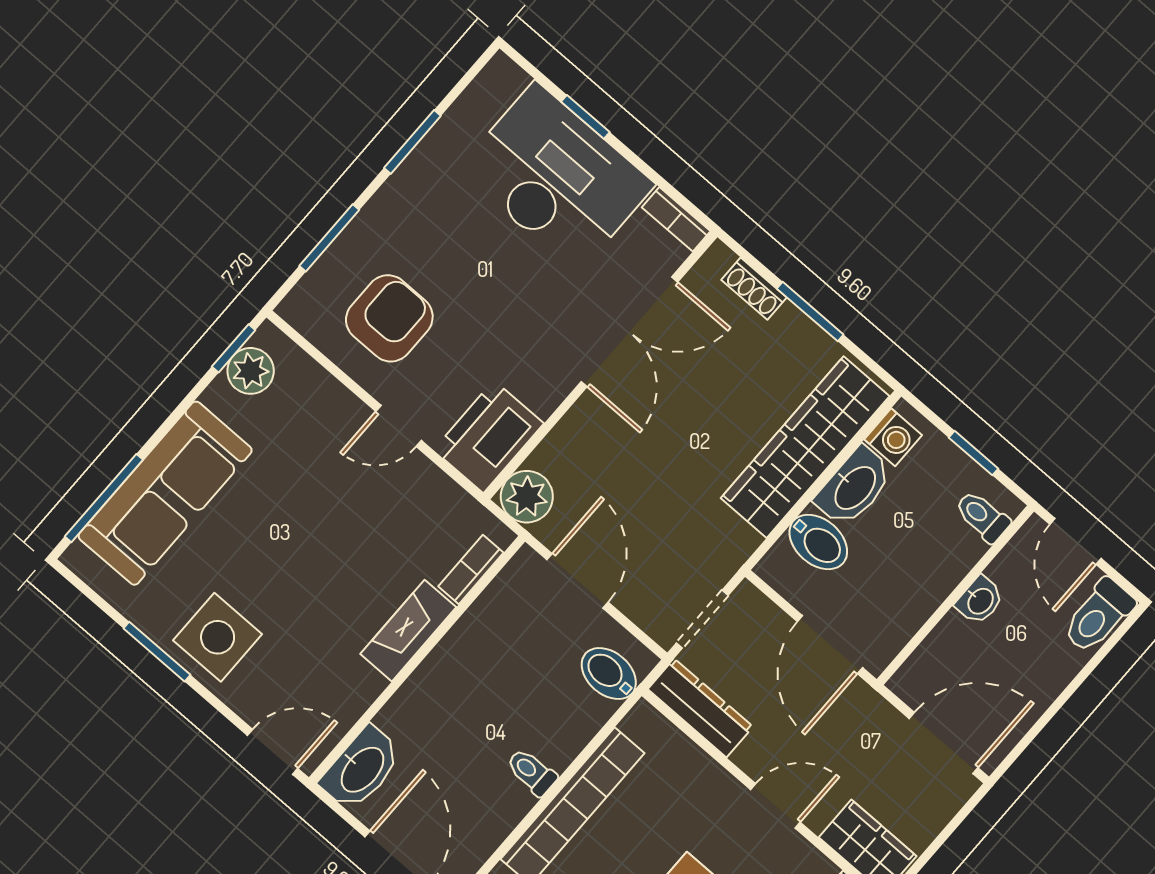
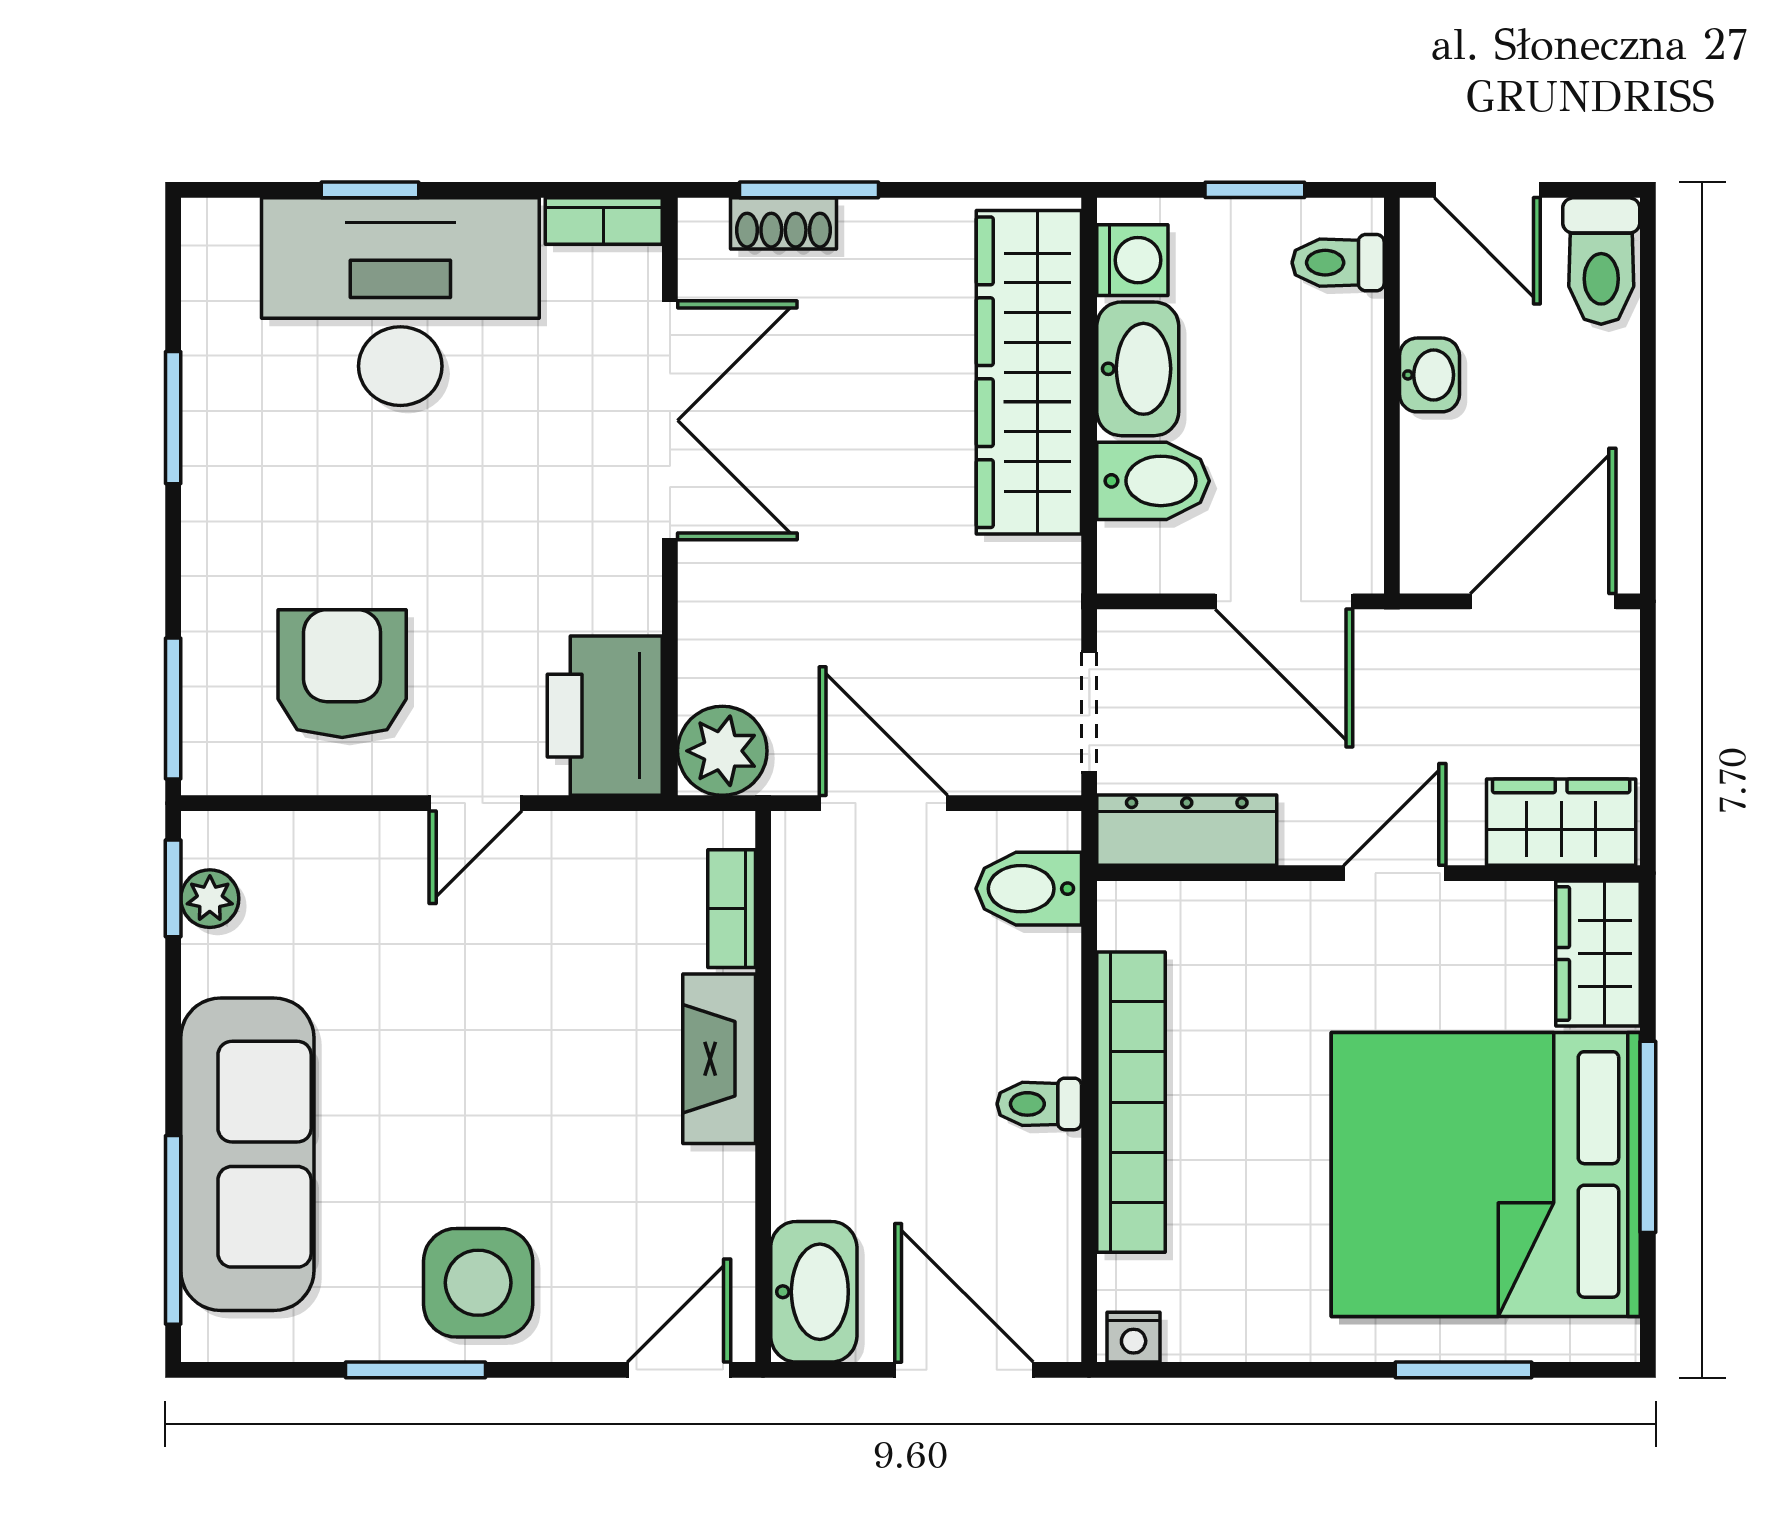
window: (329, 238) -> (173, 709), moved
window: (810, 312) -> (809, 190), moved
plant: (251, 371) -> (210, 899), width x0.73, depth x0.73

